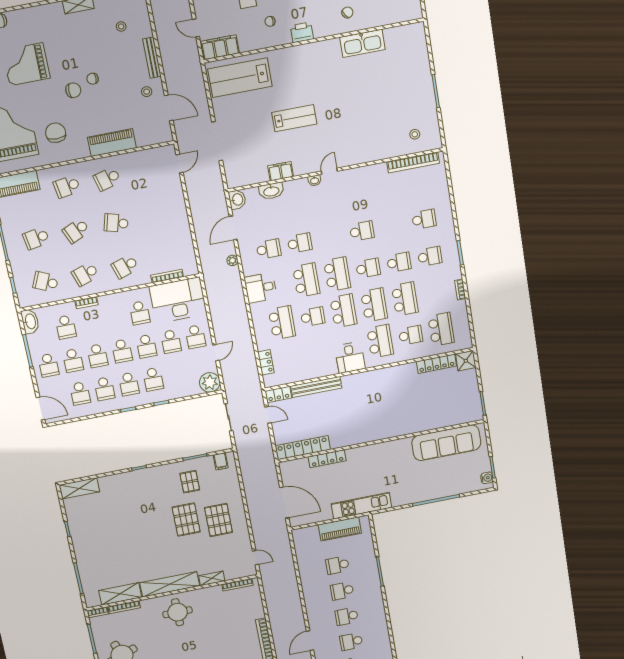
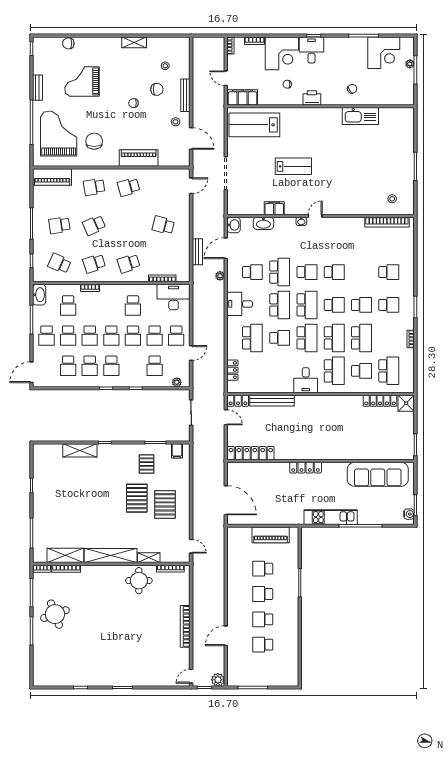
chair: (73, 90) -> (157, 89), moved
school desk: (116, 223) -> (163, 225), moved
school desk: (331, 237) -> (307, 272), added
bench: (201, 238) -> (197, 252), added
school desk: (300, 243) -> (280, 272), width x1.85
desk: (178, 300) -> (174, 297), width x0.73, depth x0.77
school desk: (153, 379) -> (155, 366), moved
plant: (210, 382) -> (177, 382), width x0.53, depth x0.53
door: (40, 409) -> (32, 372), swing flipped
locker: (327, 459) -> (306, 468), moved
shelving: (79, 488) -> (80, 450), moved
kitchen unit: (361, 506) -> (331, 517), moved
round table: (178, 612) -> (139, 581), moved

